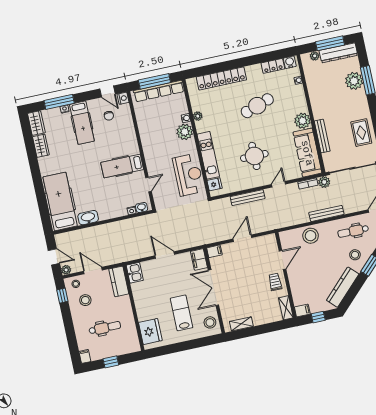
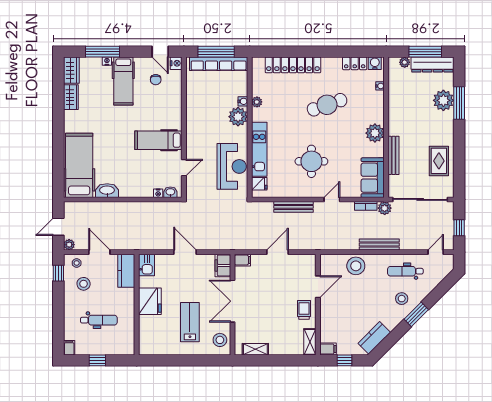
sofa: (307, 153) -> (373, 178), width x0.73
door: (54, 257) -> (58, 227), swing flipped
kitchen counter: (343, 287) -> (374, 338), width x0.67
fridge: (150, 331) -> (150, 301), moved

